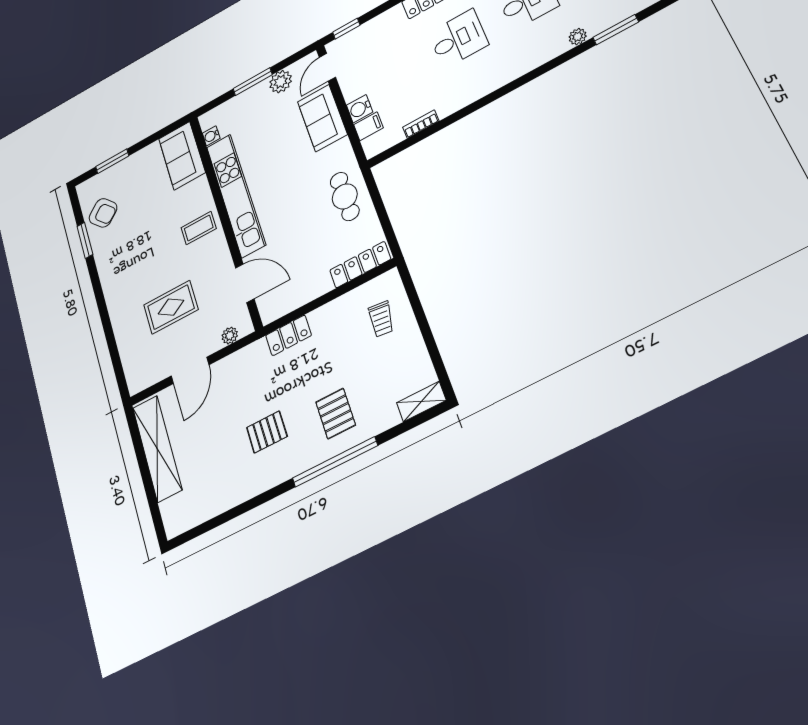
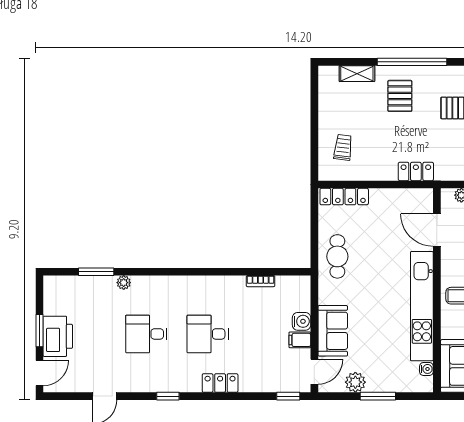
filing cabinet: (369, 126) -> (300, 340), moved
shelving: (421, 401) -> (357, 74), moved

